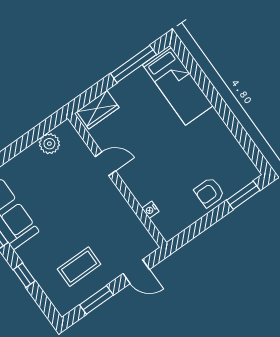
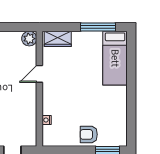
plant: (49, 144) -> (29, 39), moved
door: (105, 164) -> (39, 74), swing flipped

